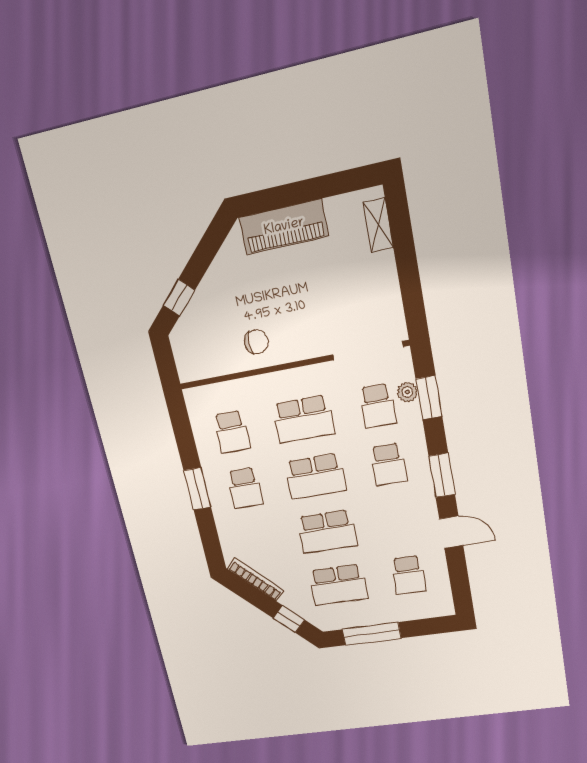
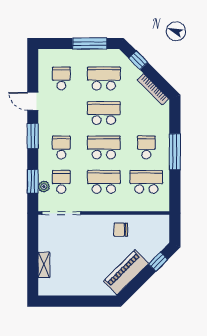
shelving: (378, 225) -> (44, 265), moved
piano: (284, 227) -> (126, 272), moved, turned -45
school desk: (232, 432) -> (146, 182), width x1.85
window: (197, 489) -> (175, 152), width x1.44

